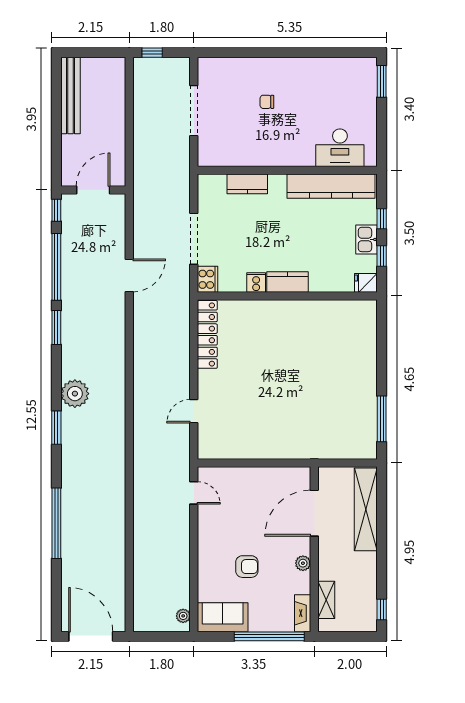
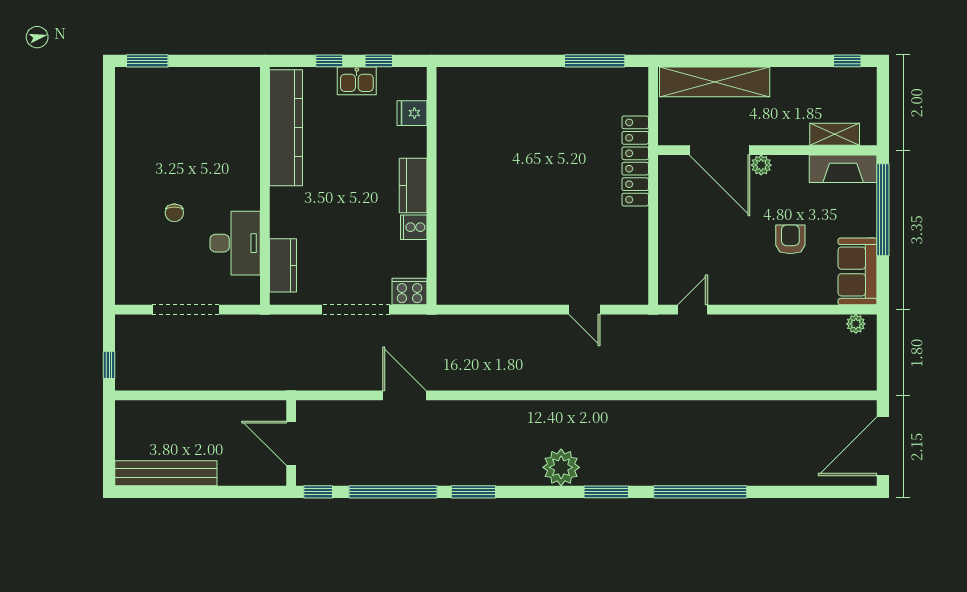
desk: (340, 148) -> (235, 243), moved
kitchen counter: (247, 184) -> (283, 265), moved
fridge: (366, 283) -> (412, 113), moved, turned 90
locker: (207, 334) -> (635, 161), moved, turned -90
window: (56, 523) -> (700, 492), moved
plant: (303, 563) -> (761, 165), moved
fireplace: (303, 613) -> (843, 169), width x1.37, depth x1.32

